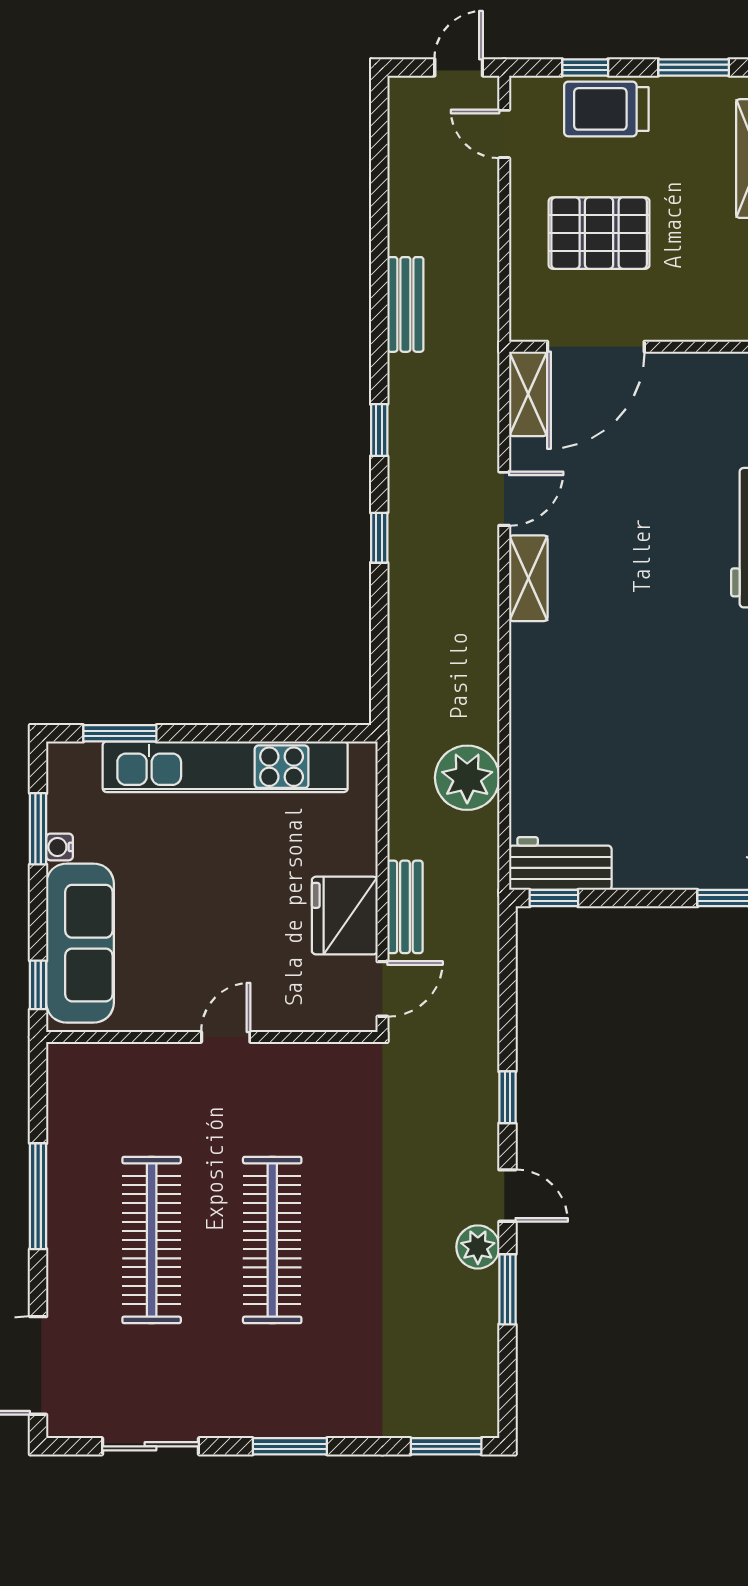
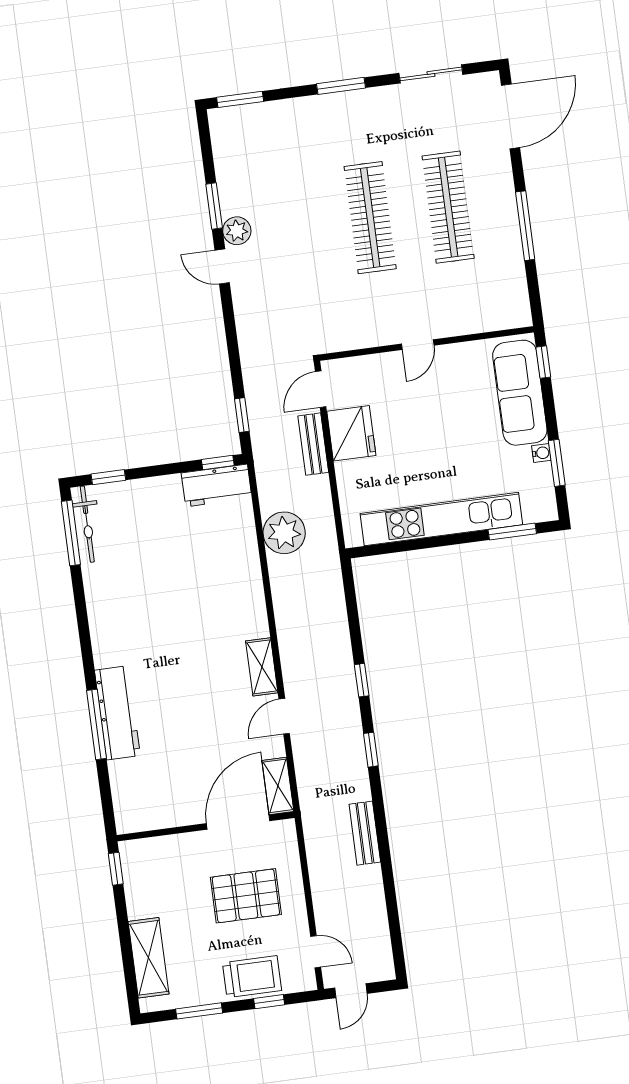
window: (507, 1097) -> (242, 415), moved

